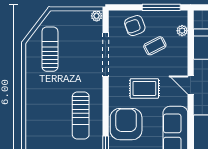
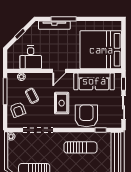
armchair: (126, 124) -> (86, 116), turned 90

